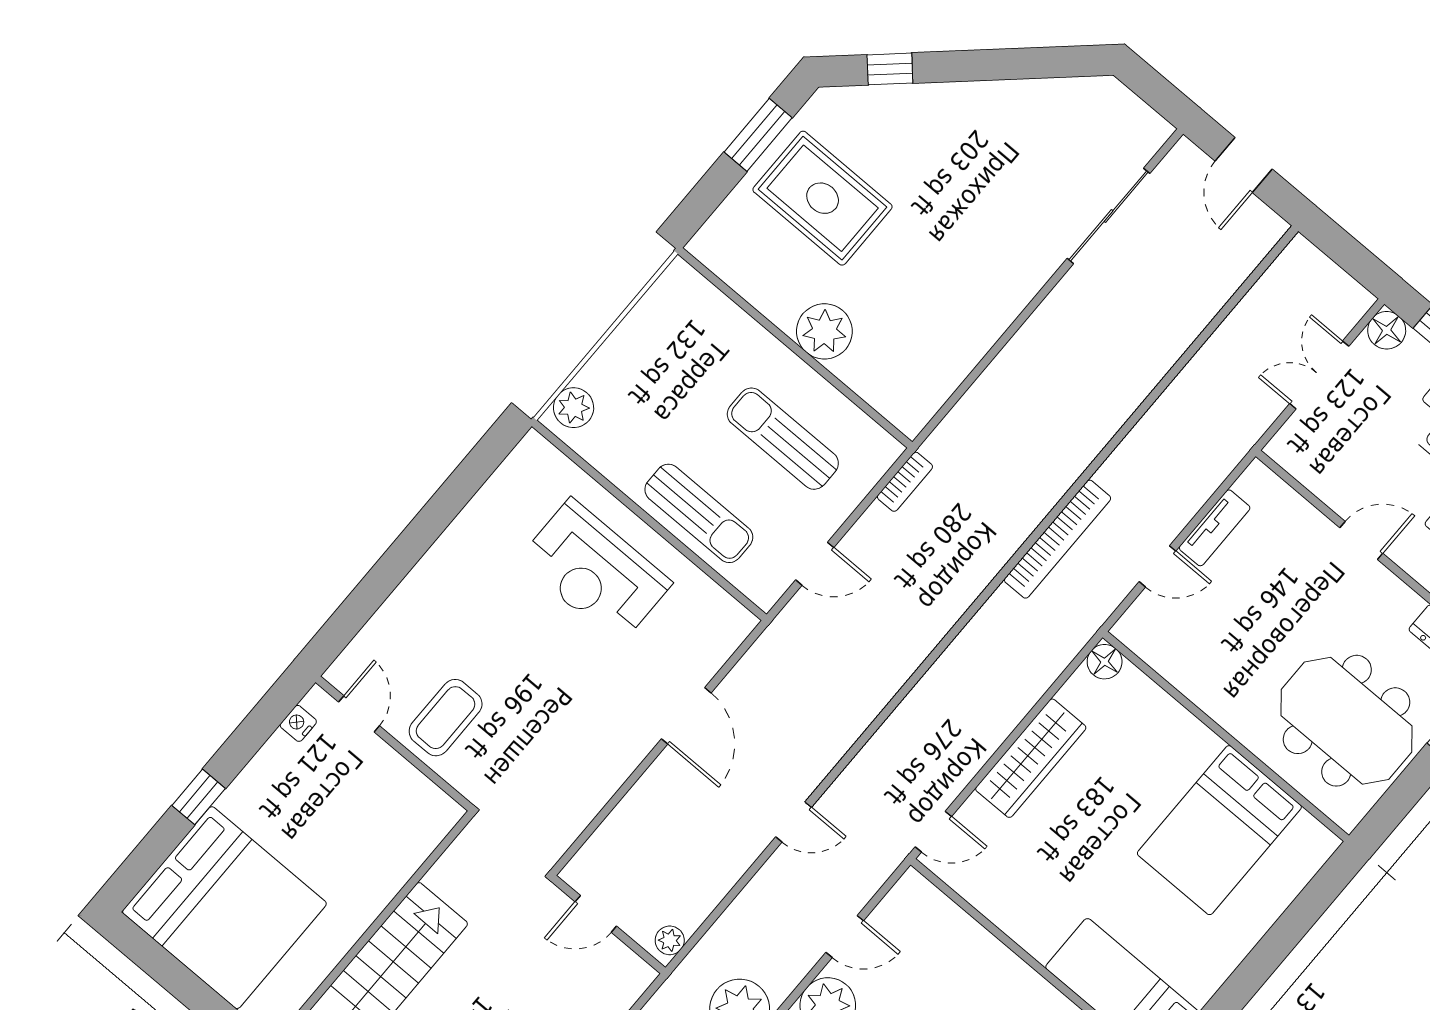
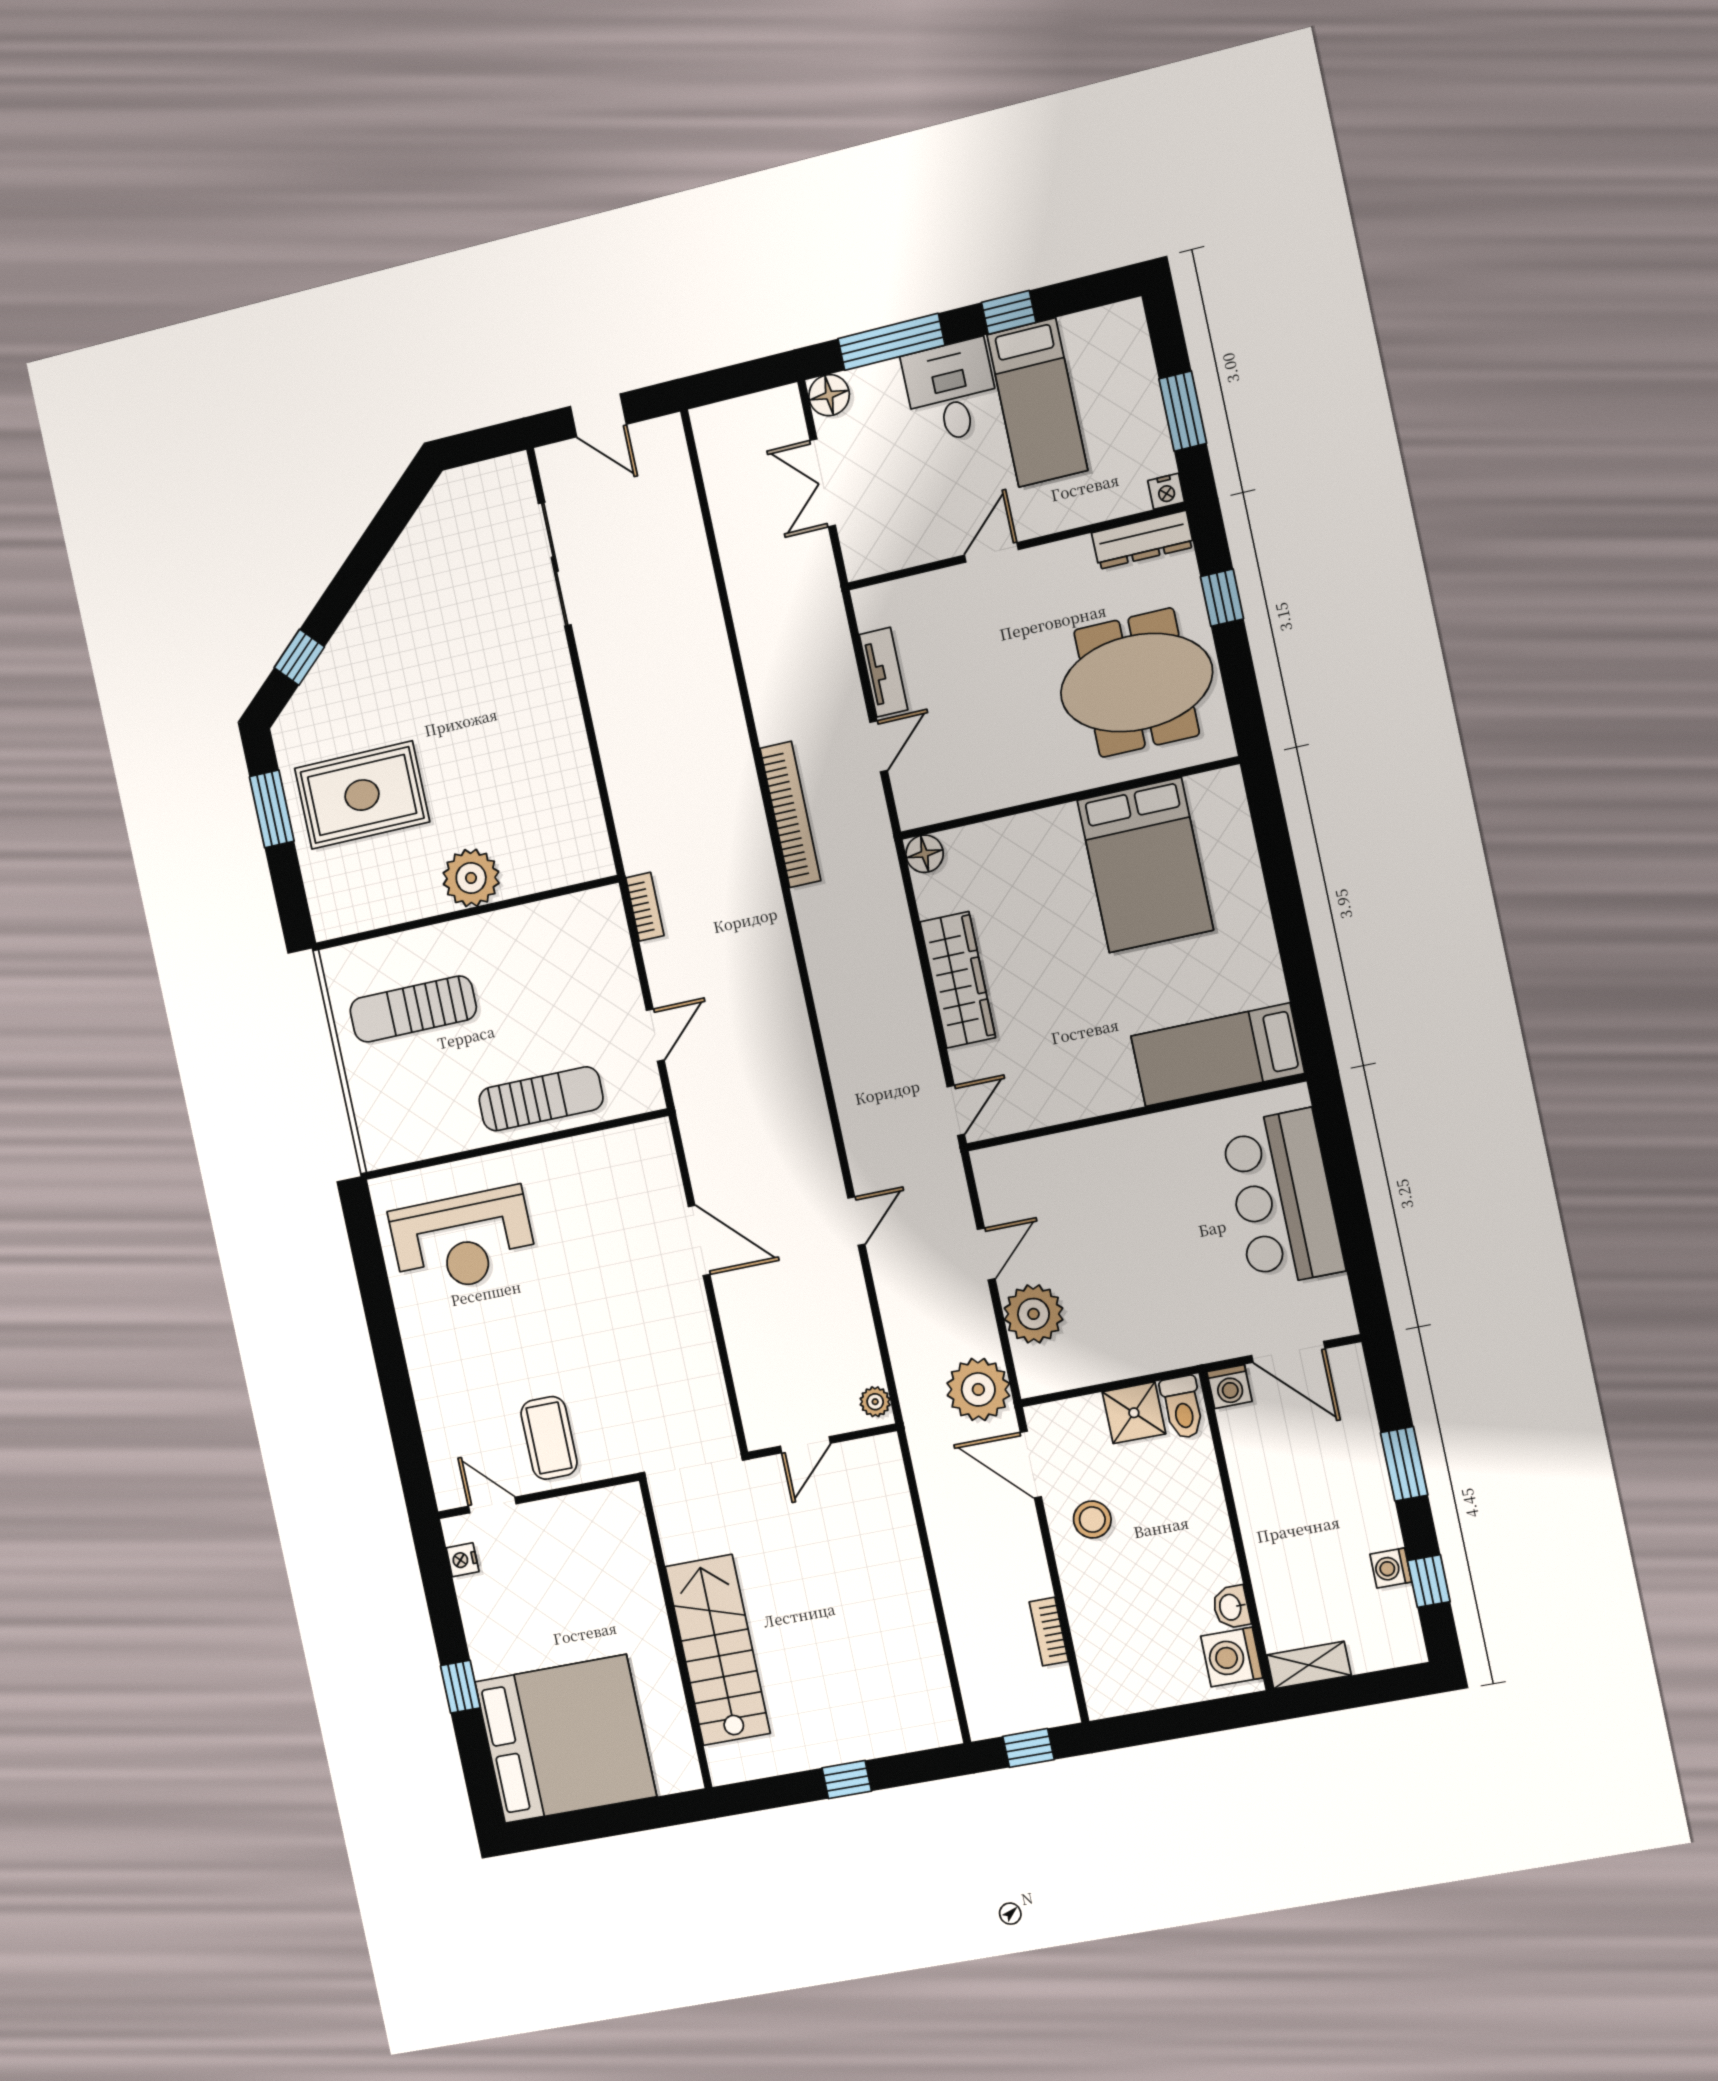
plant: (574, 408) -> (378, 1134), removed
sun lounger: (783, 439) -> (413, 1009), moved
reception desk: (595, 571) -> (463, 1241), moved

